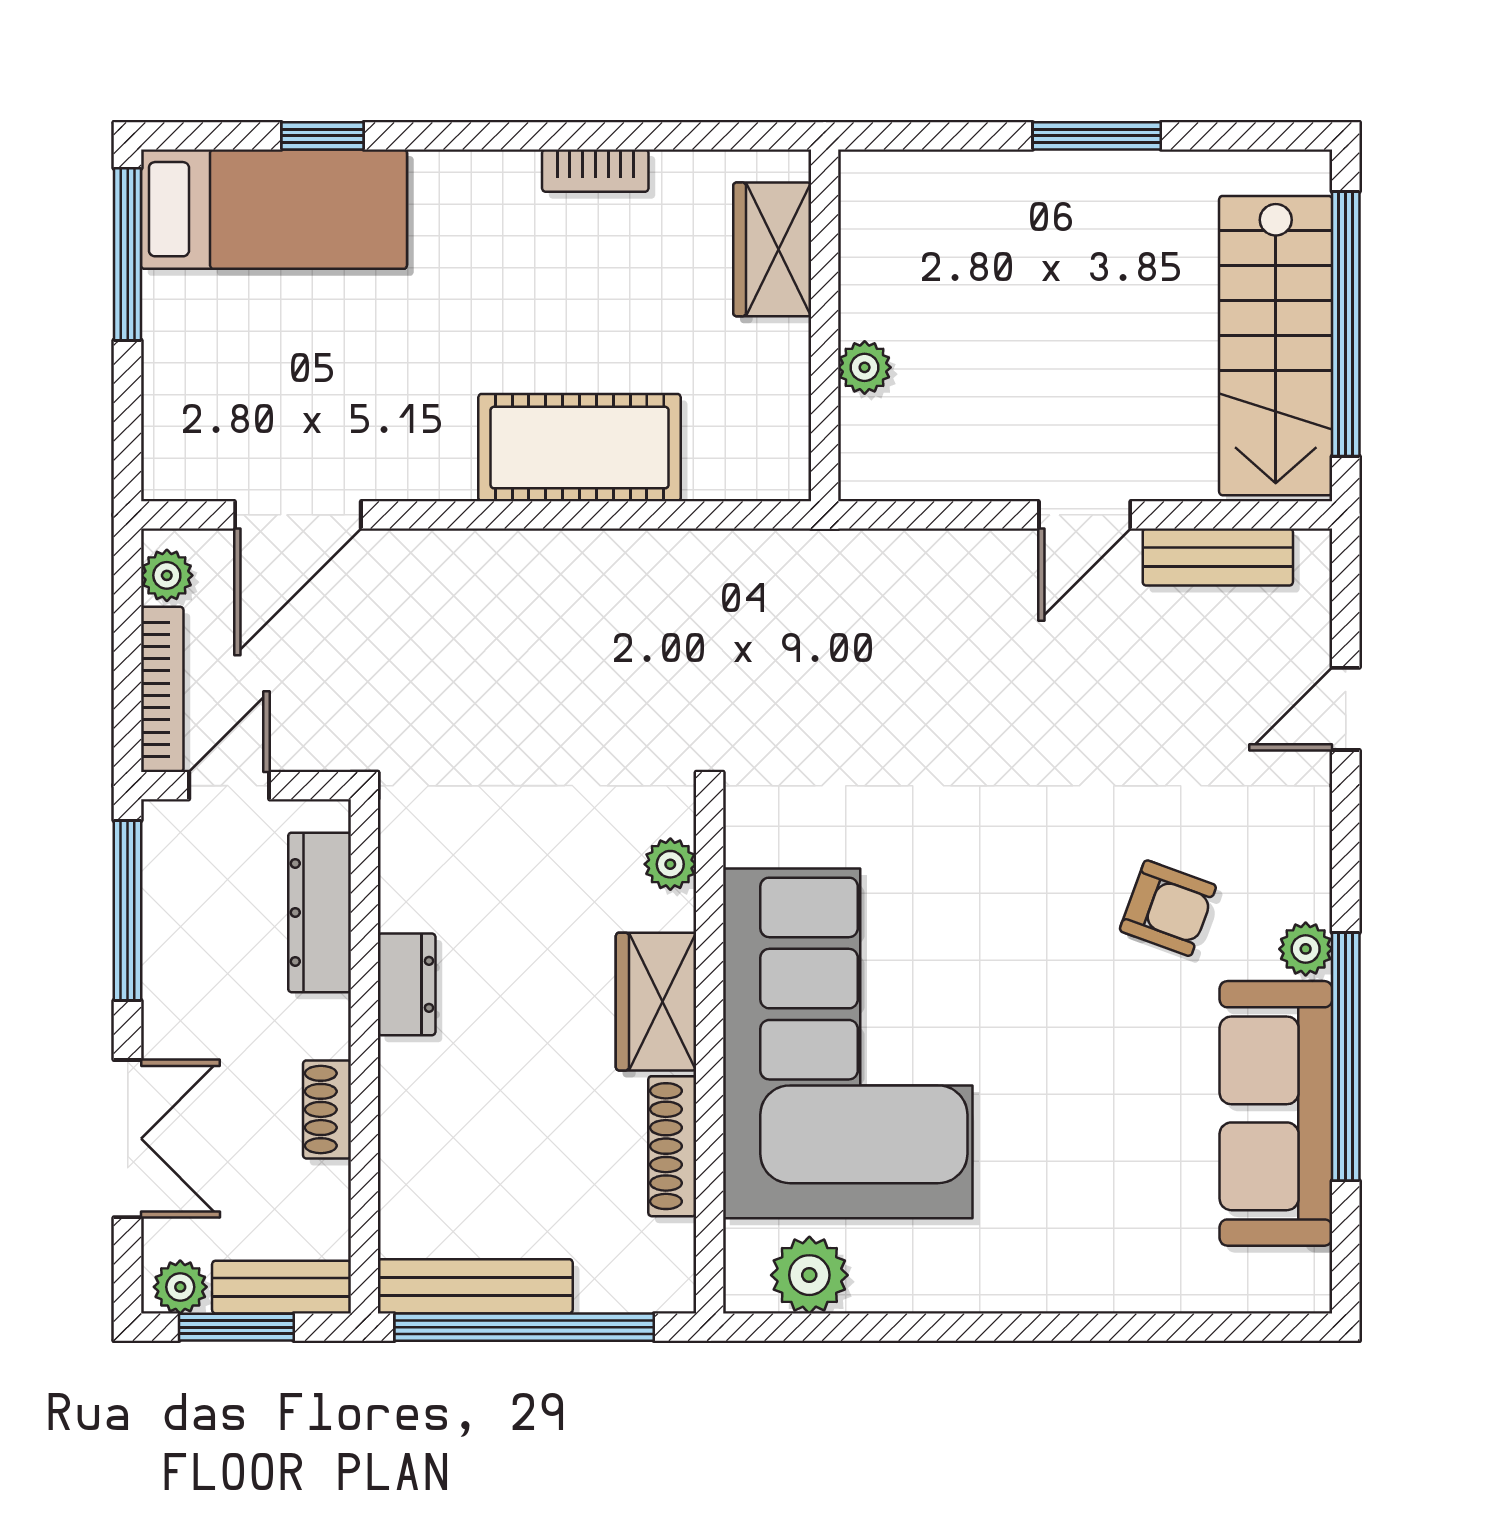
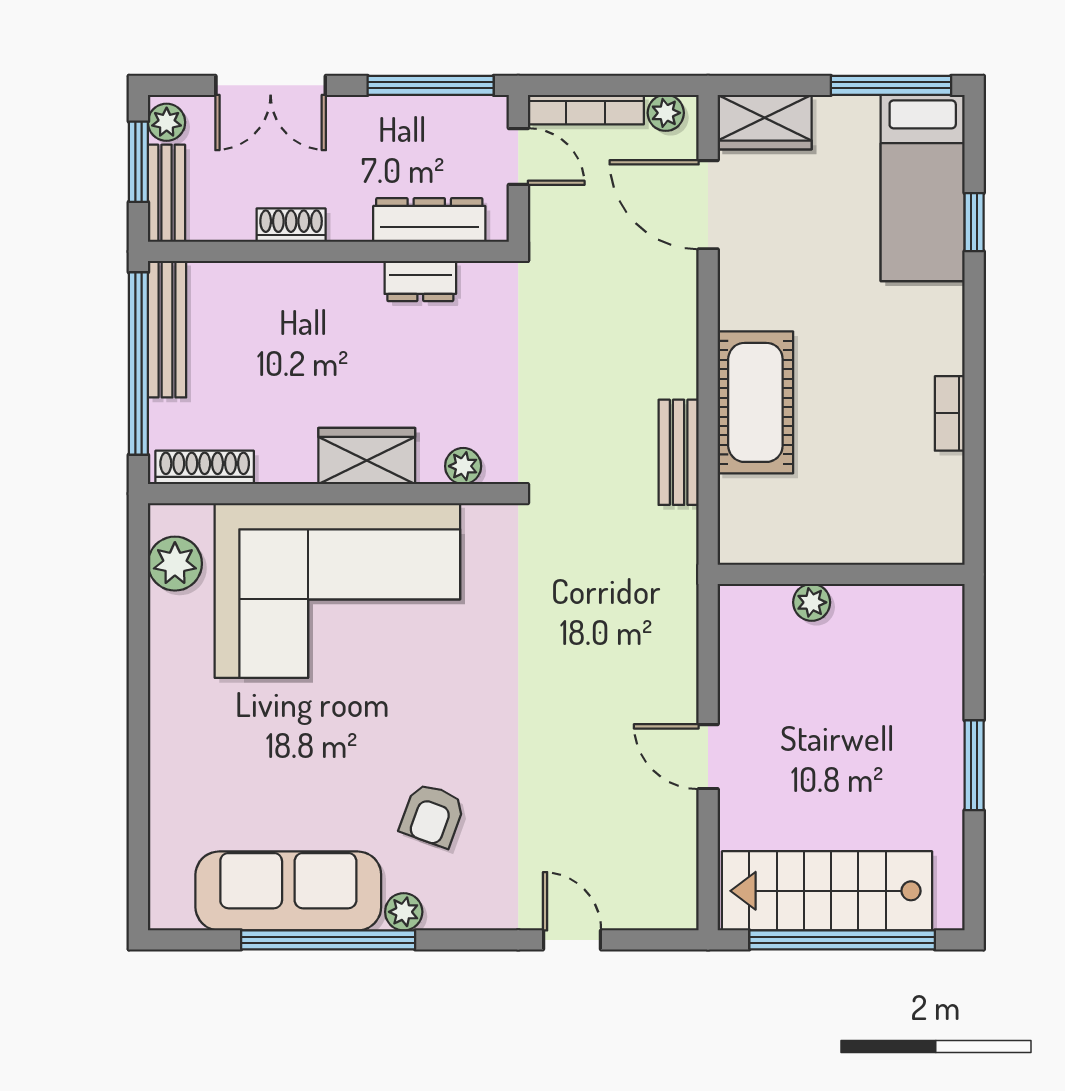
wardrobe: (772, 249) -> (765, 122), moved, turned 180
bench: (1218, 557) -> (679, 452), moved
dresser: (407, 984) -> (420, 281), moved
shoe rack: (672, 1146) -> (205, 467), moved

